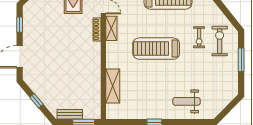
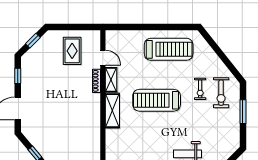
exercise bike: (220, 41) -> (221, 93), turned 180
shelving: (113, 86) -> (112, 111), moved

